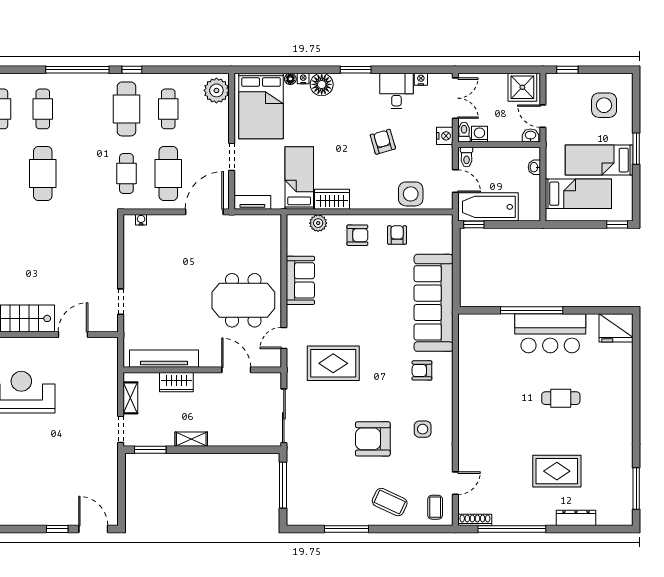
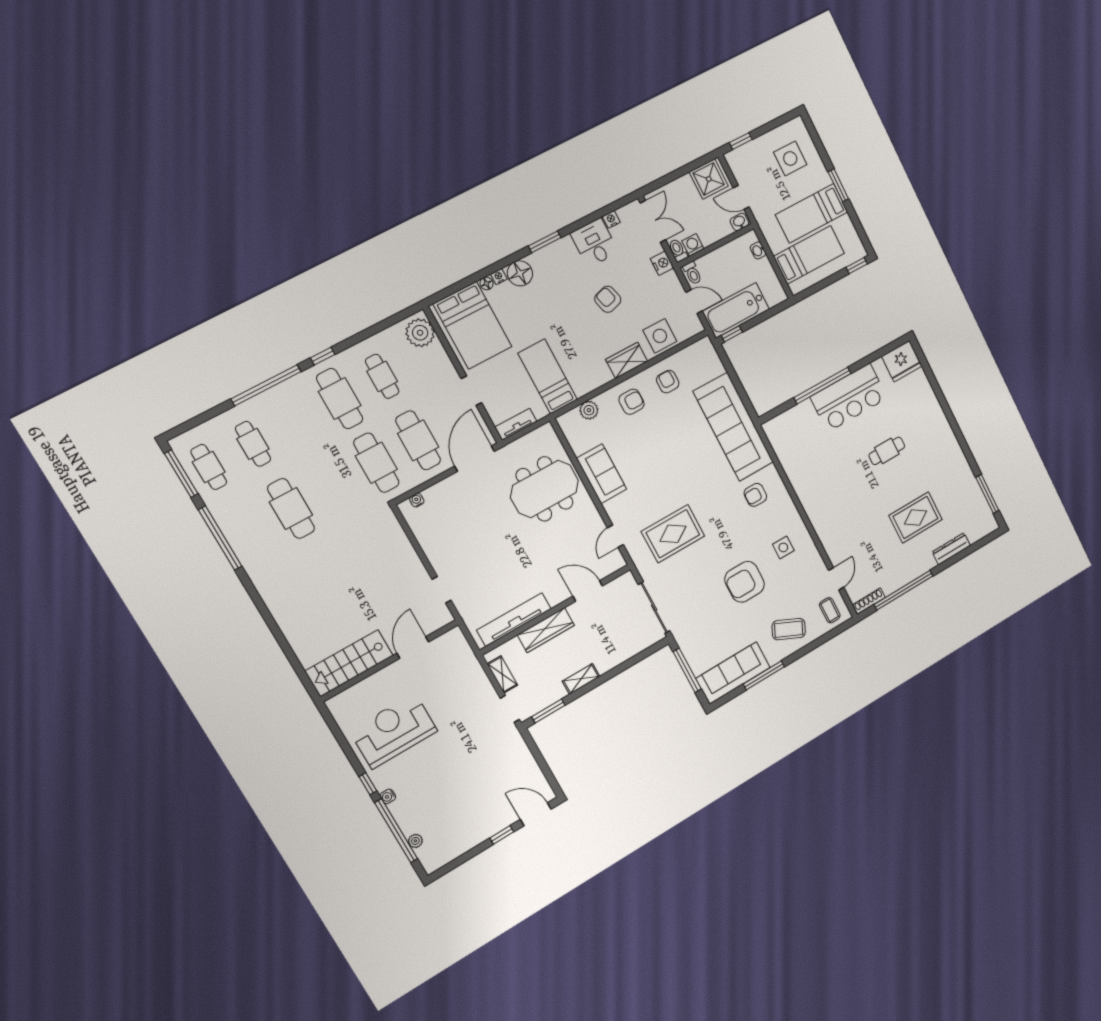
cafe table: (126, 173) -> (376, 463), width x1.37, depth x1.35
wardrobe: (332, 199) -> (627, 360), moved
meeting table: (243, 300) -> (545, 489), moved
wardrobe: (176, 382) -> (546, 630), width x1.50
sofa: (321, 511) -> (733, 673), added

